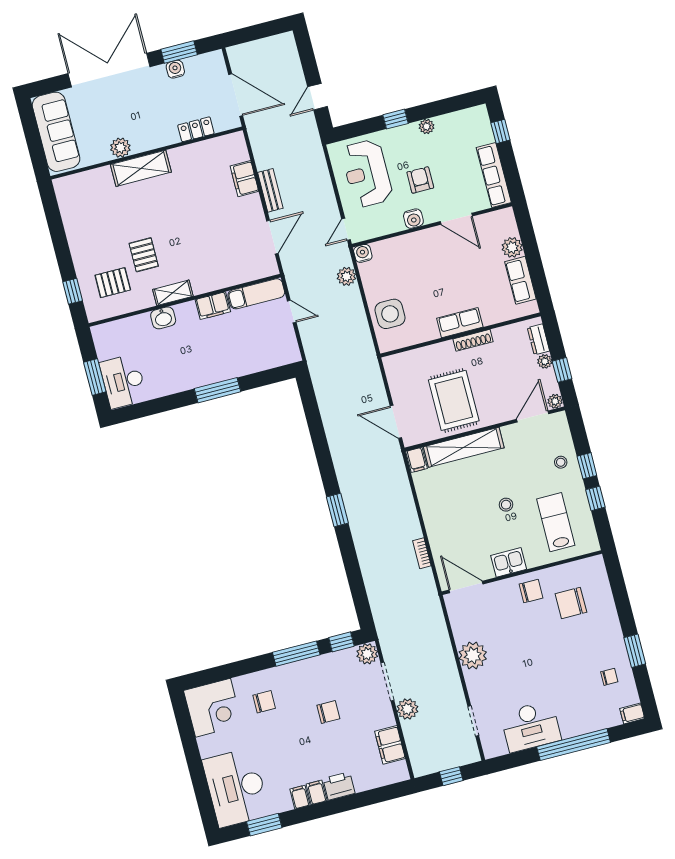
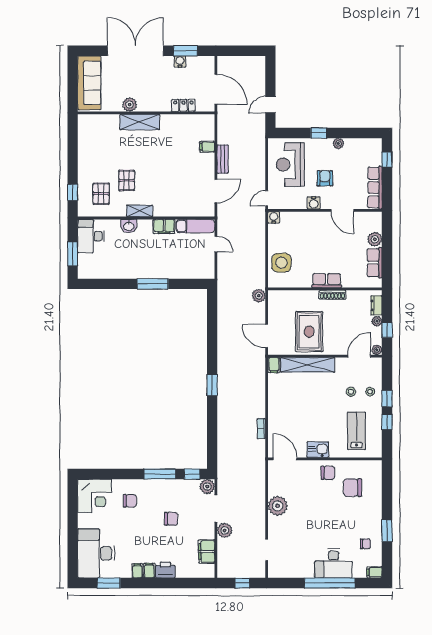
filing cabinet: (244, 179) -> (207, 147), width x0.50
plant: (346, 276) -> (259, 296), moved
pallet: (113, 283) -> (101, 194), turned 90
desk: (123, 381) -> (91, 236), moved
stool: (506, 505) -> (351, 392), moved
desk: (531, 726) -> (333, 563), moved

